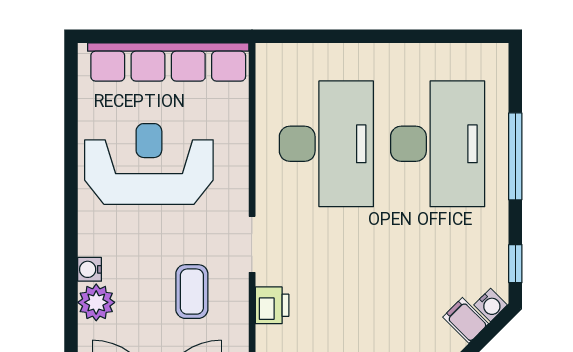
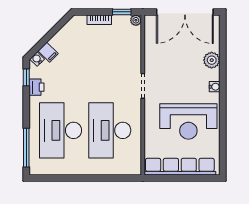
window: (515, 156) -> (26, 148), moved
water cooler: (90, 269) -> (215, 87), moved
coffee table: (192, 292) -> (169, 65), removed
printer: (272, 305) -> (36, 87), moved, turned 180

